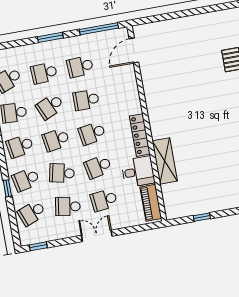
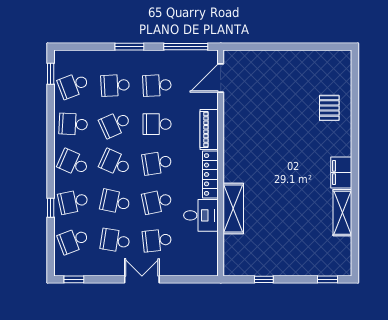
school desk: (56, 140) -> (115, 163), turned 33
school desk: (20, 146) -> (73, 163), turned 33
piano: (151, 203) -> (209, 129), moved

